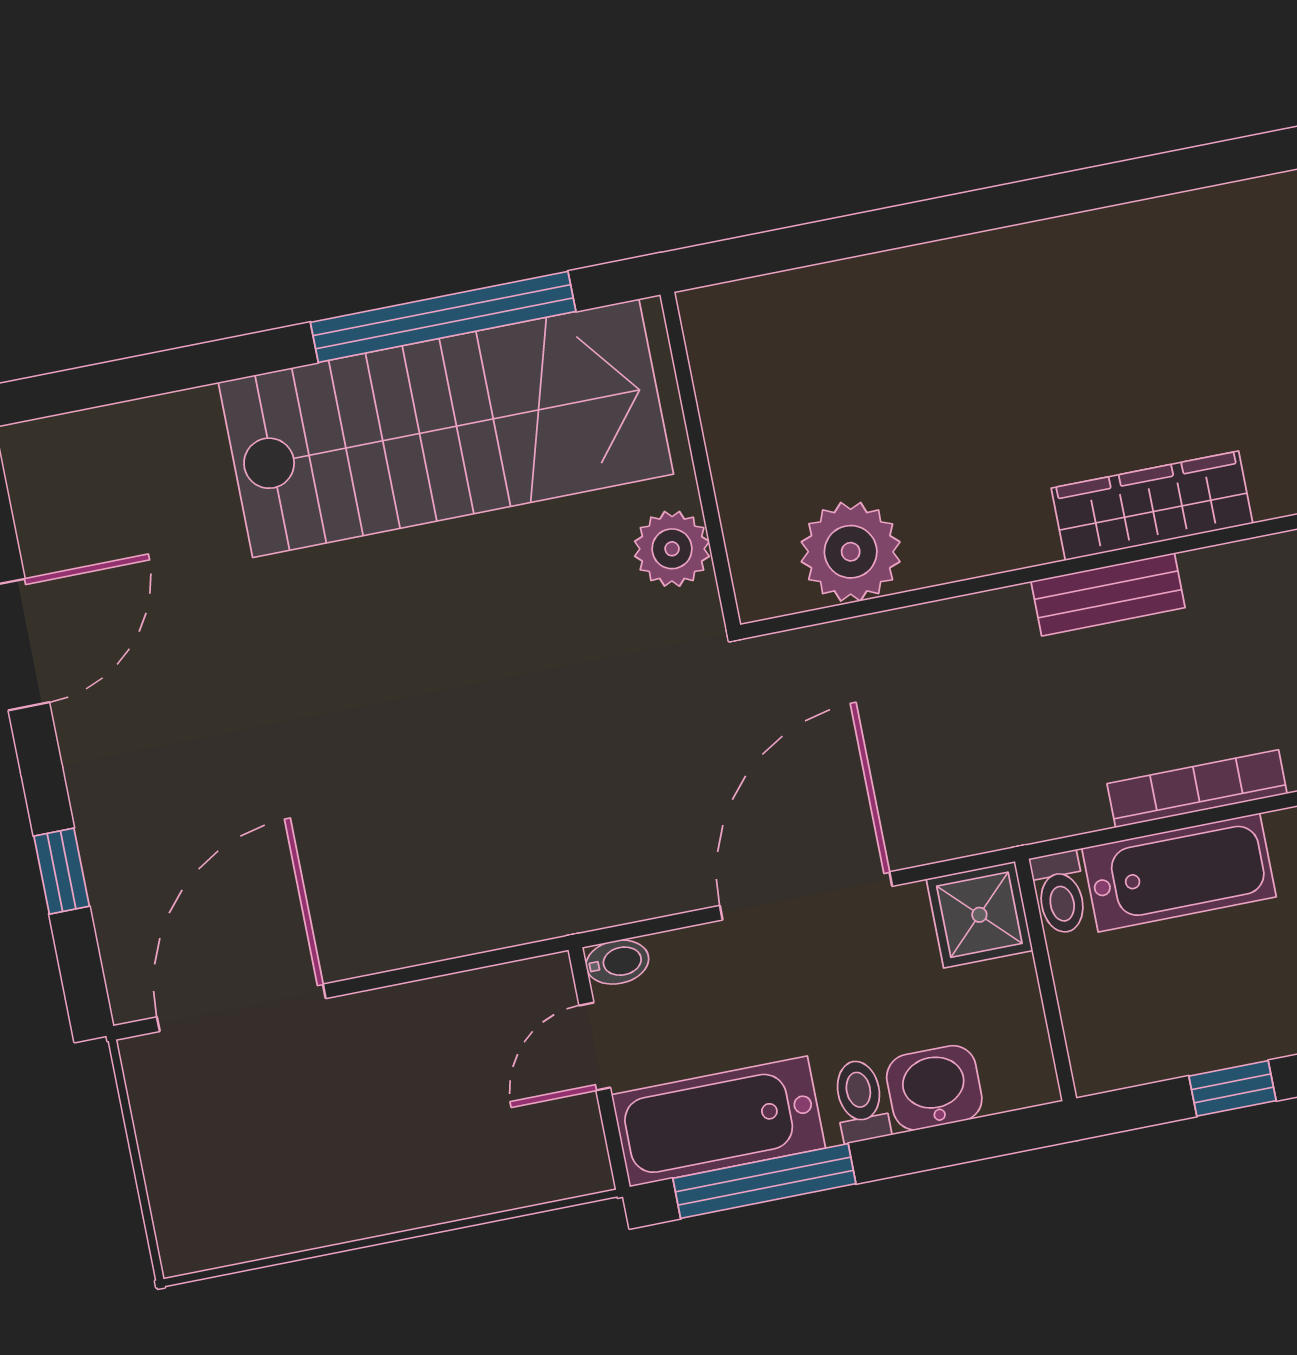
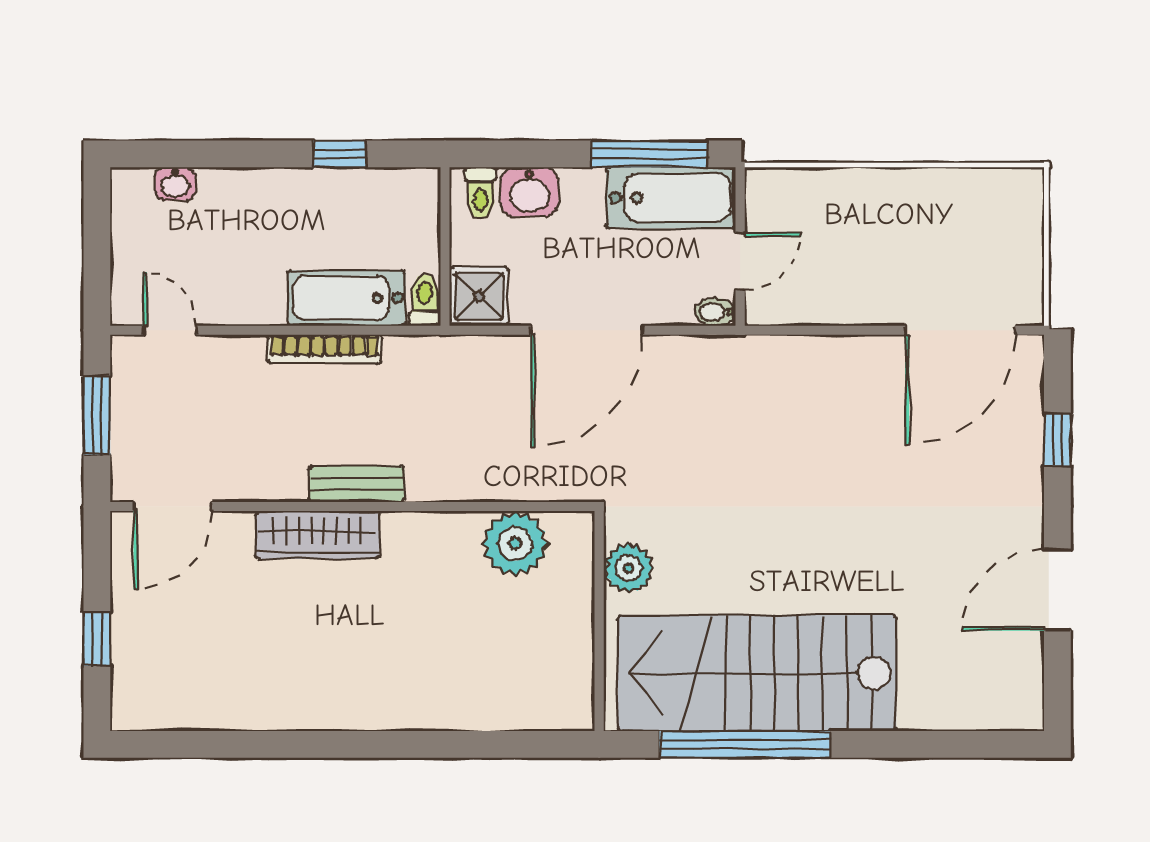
toilet: (860, 1101) -> (481, 193), moved

